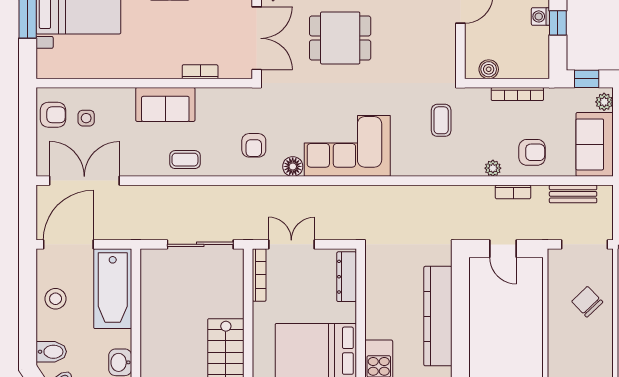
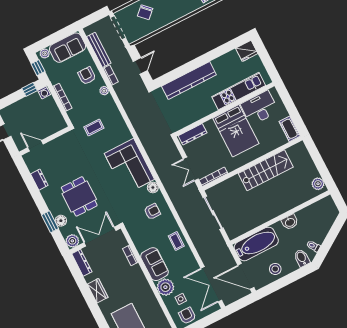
washing machine: (540, 16) -> (44, 93), moved
window: (558, 23) -> (30, 89), moved
boiler: (489, 69) -> (58, 117), removed
plant: (118, 103) -> (165, 287), added
bench: (573, 194) -> (99, 50), width x1.36

